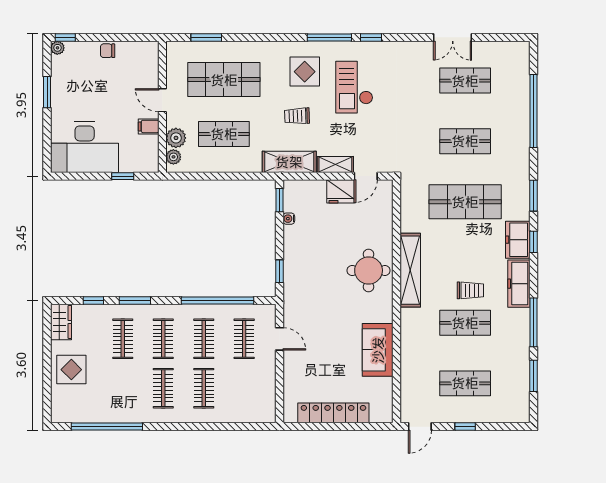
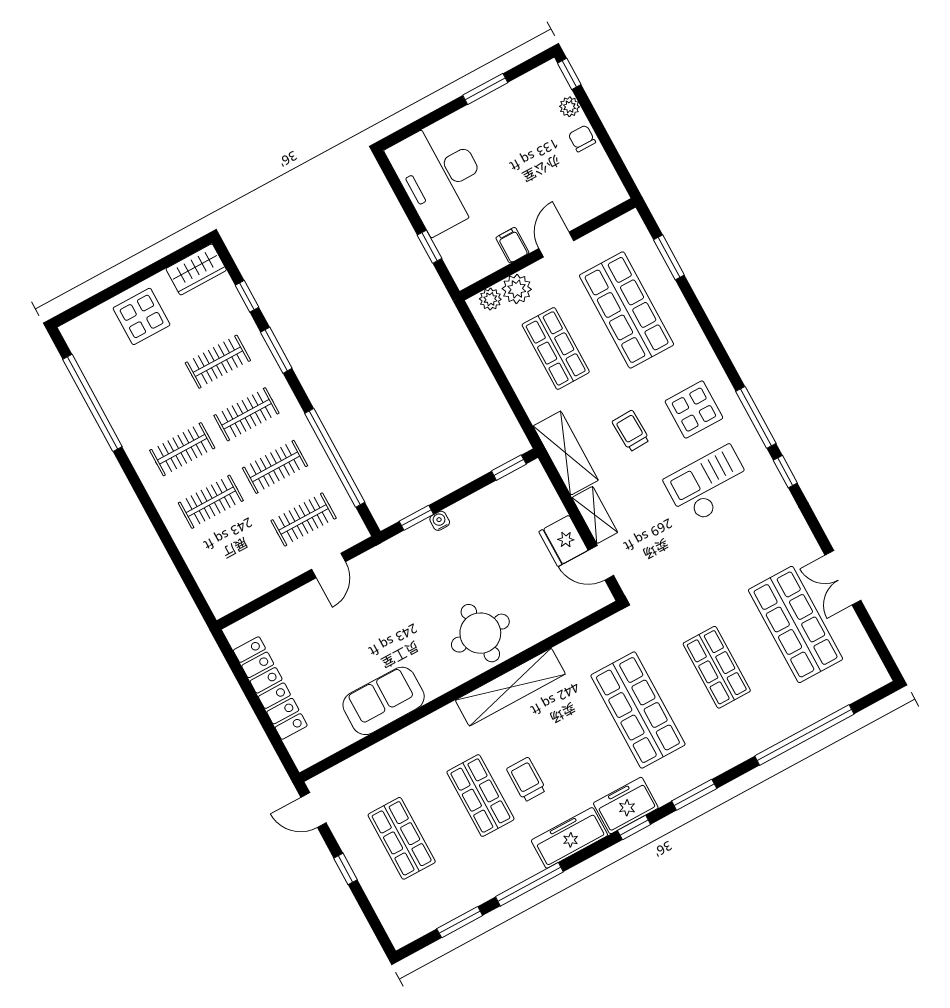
plant: (57, 48) -> (570, 107), moved
shop shelf: (465, 81) -> (796, 624), width x1.43, depth x1.36
water cooler: (289, 219) -> (440, 521), moved
trolley: (470, 290) -> (526, 780), turned 180

